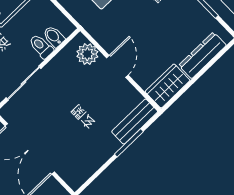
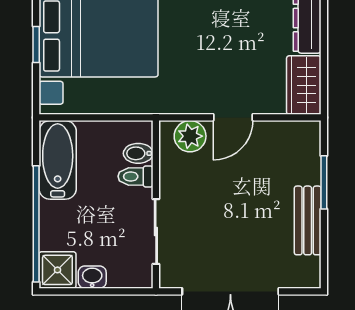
door: (117, 66) -> (233, 117), swing flipped
bench: (135, 122) -> (308, 220), moved

